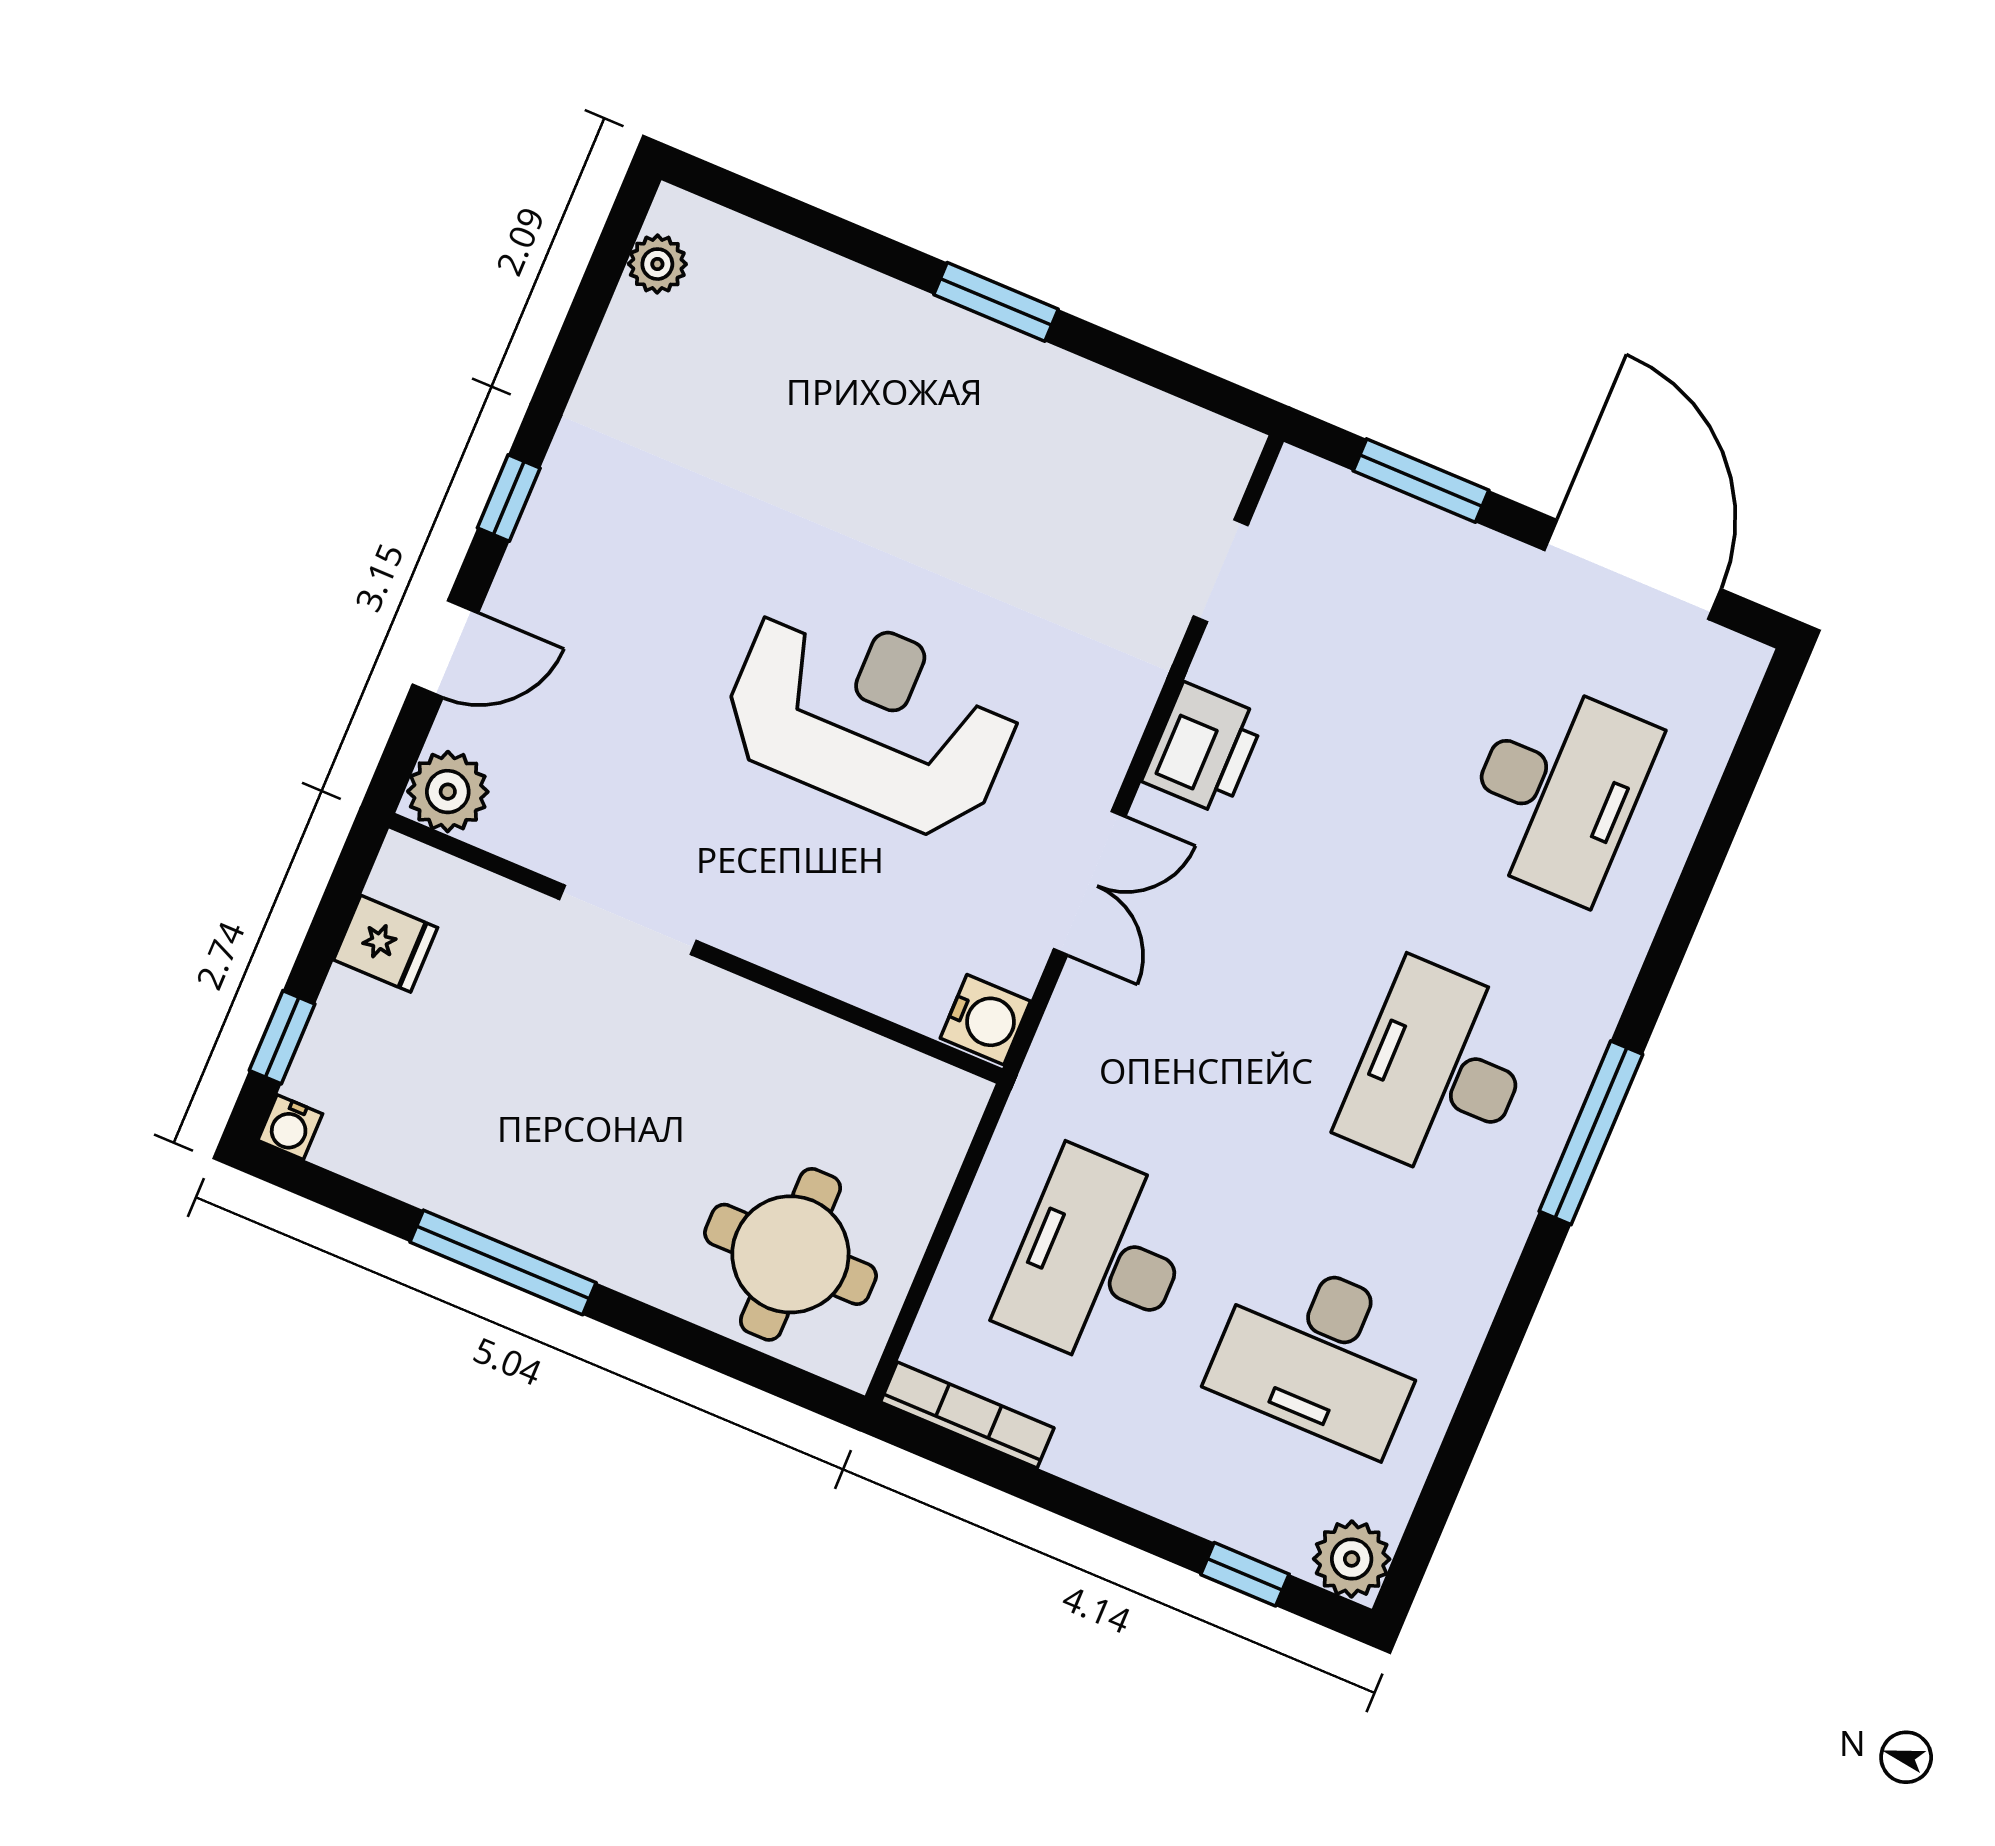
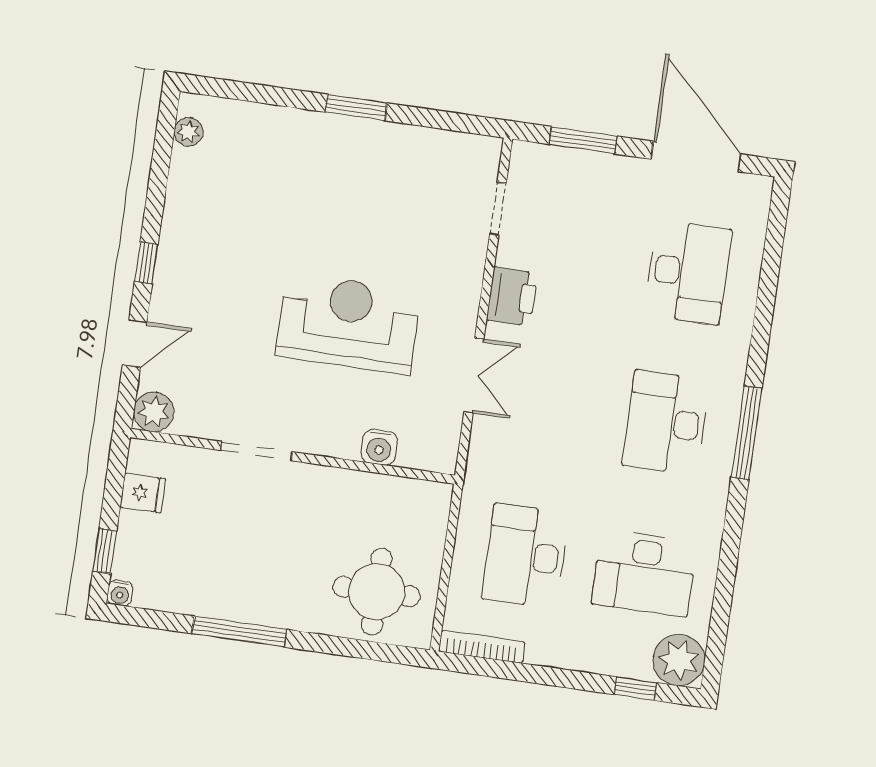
water cooler: (985, 1020) -> (379, 447), moved, turned 90
plant: (1352, 1559) -> (679, 660), width x1.36, depth x1.36

